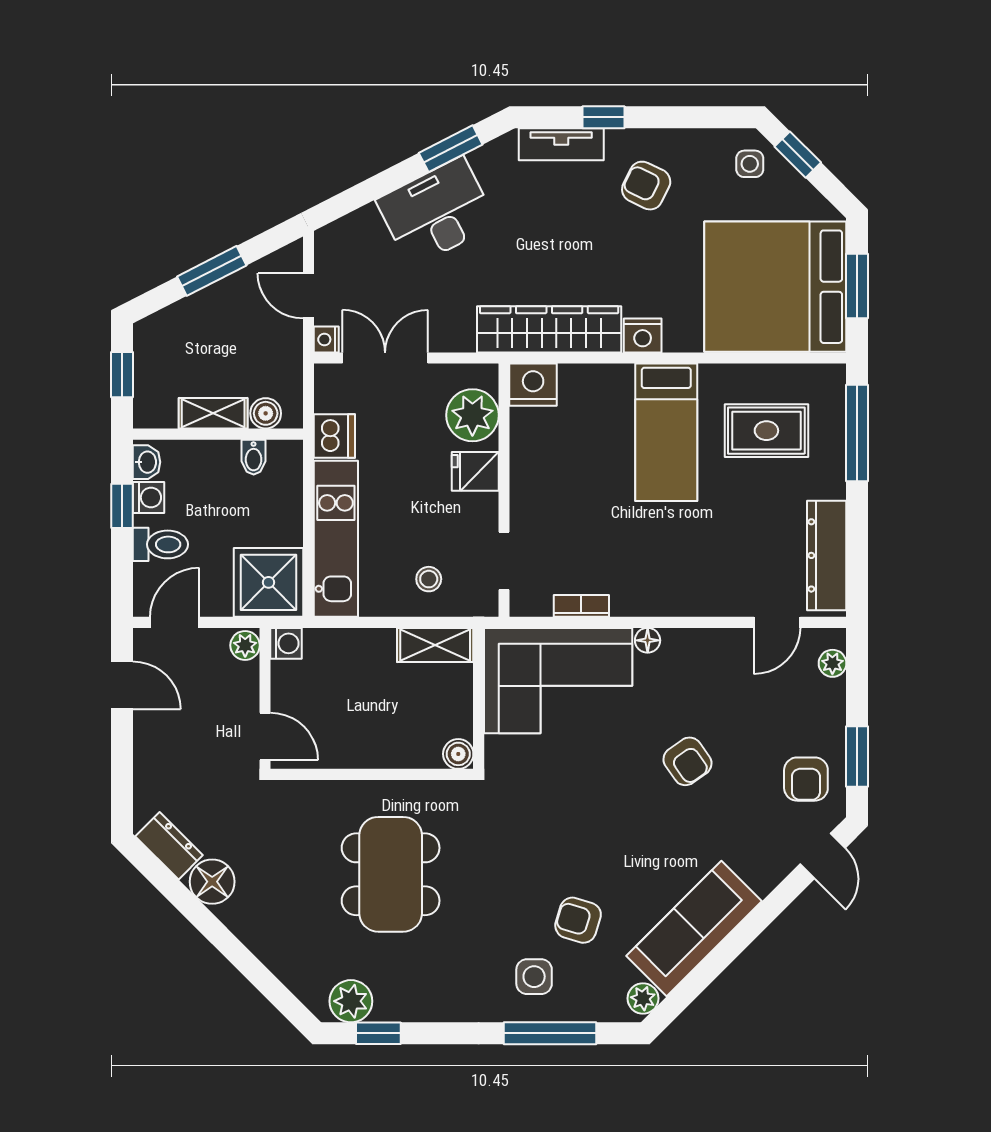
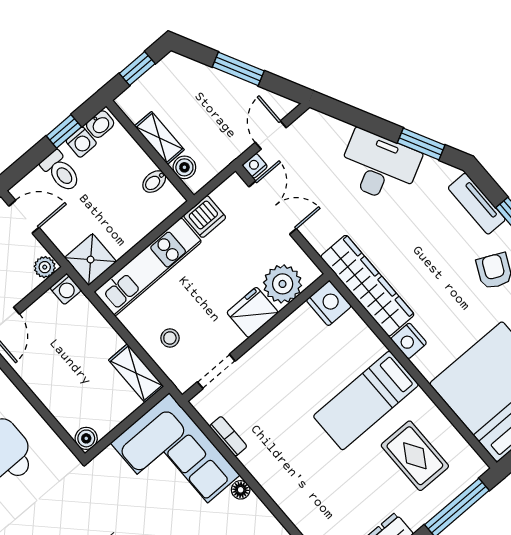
fridge: (475, 471) -> (253, 312), width x1.38
shower: (269, 582) -> (91, 260), width x0.73, depth x0.73

